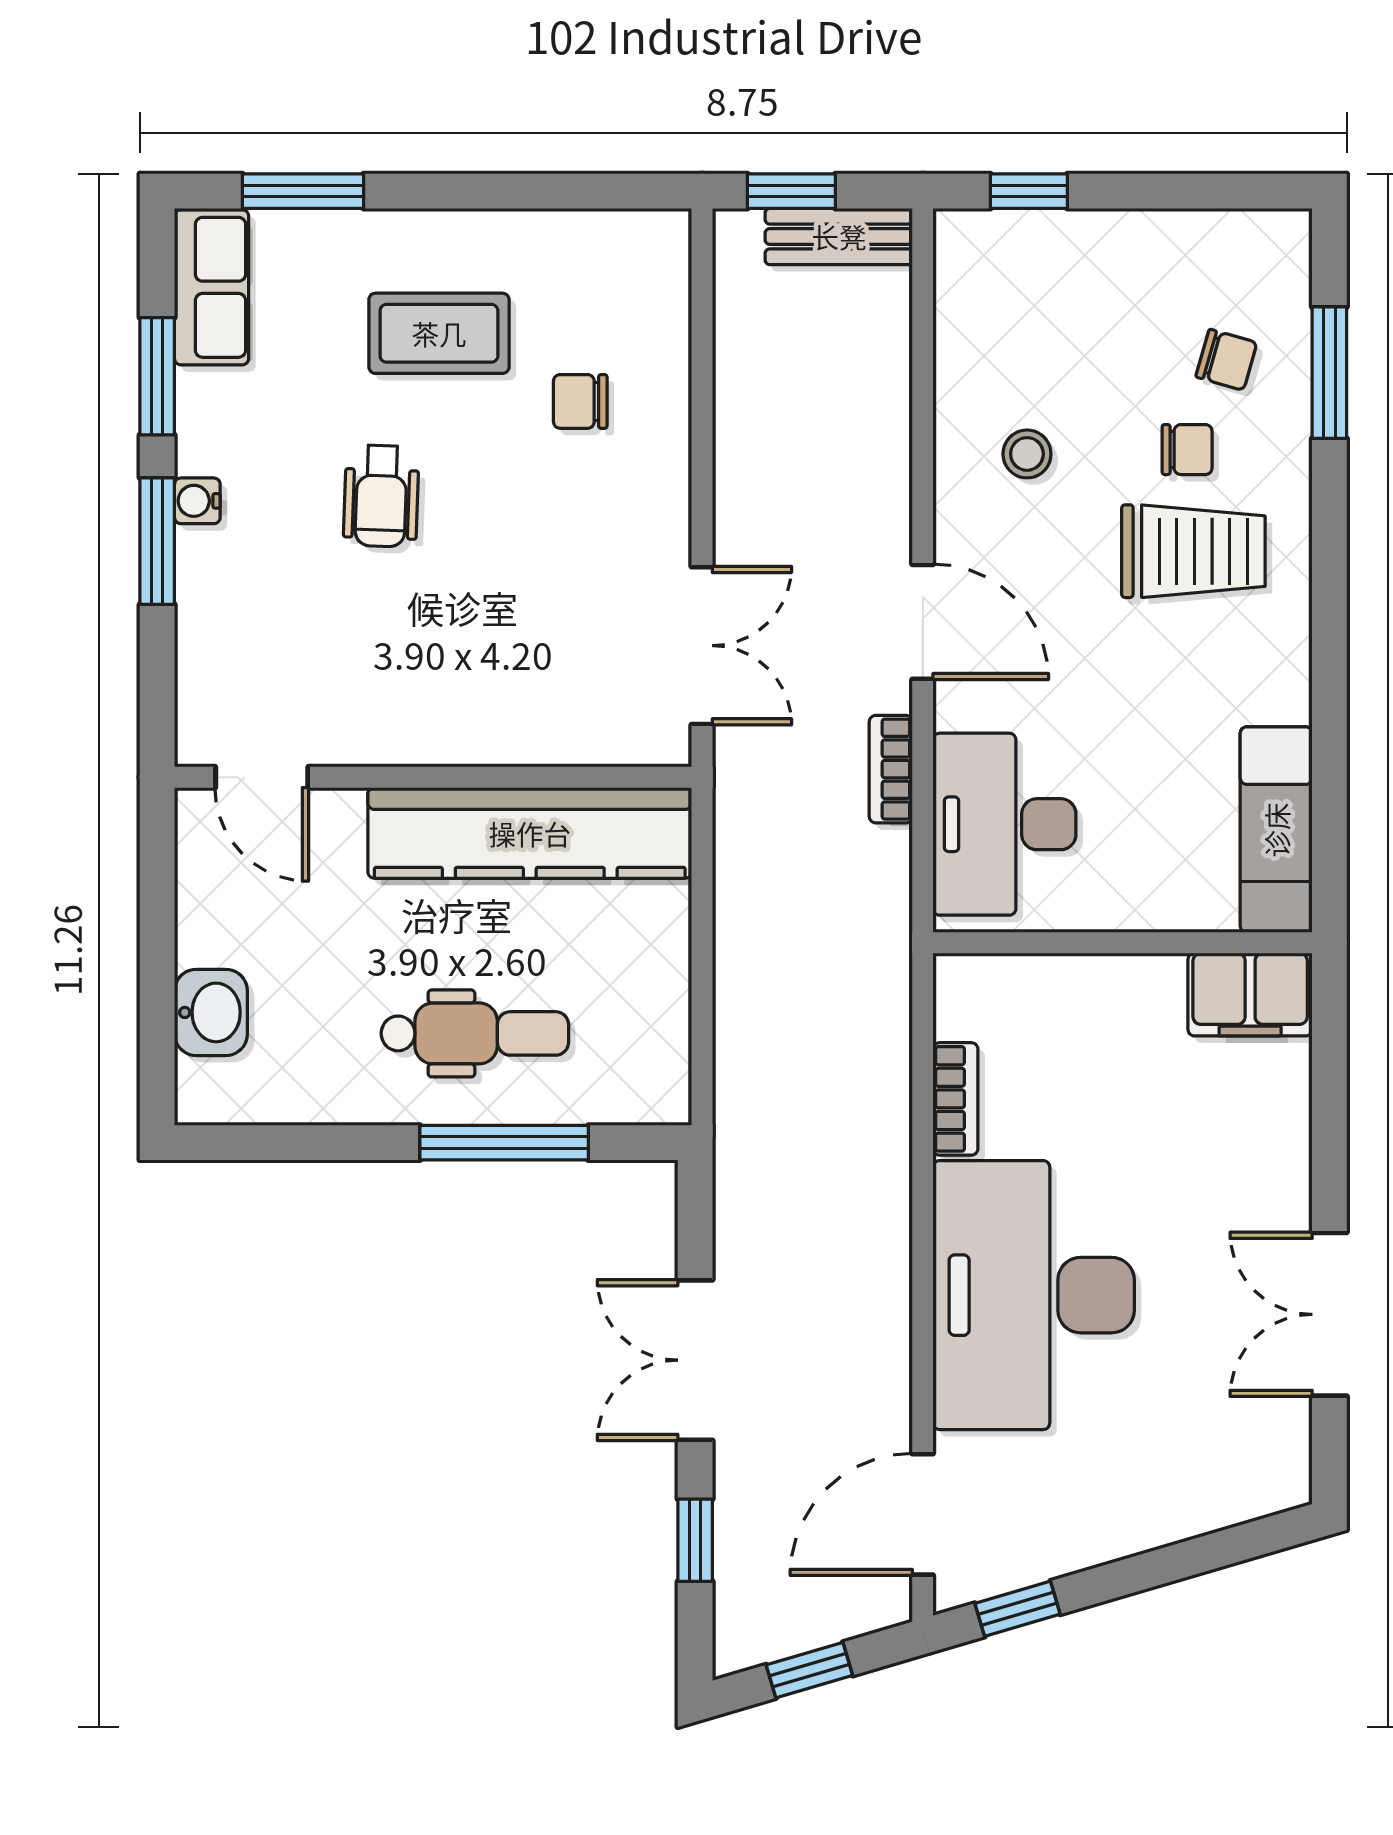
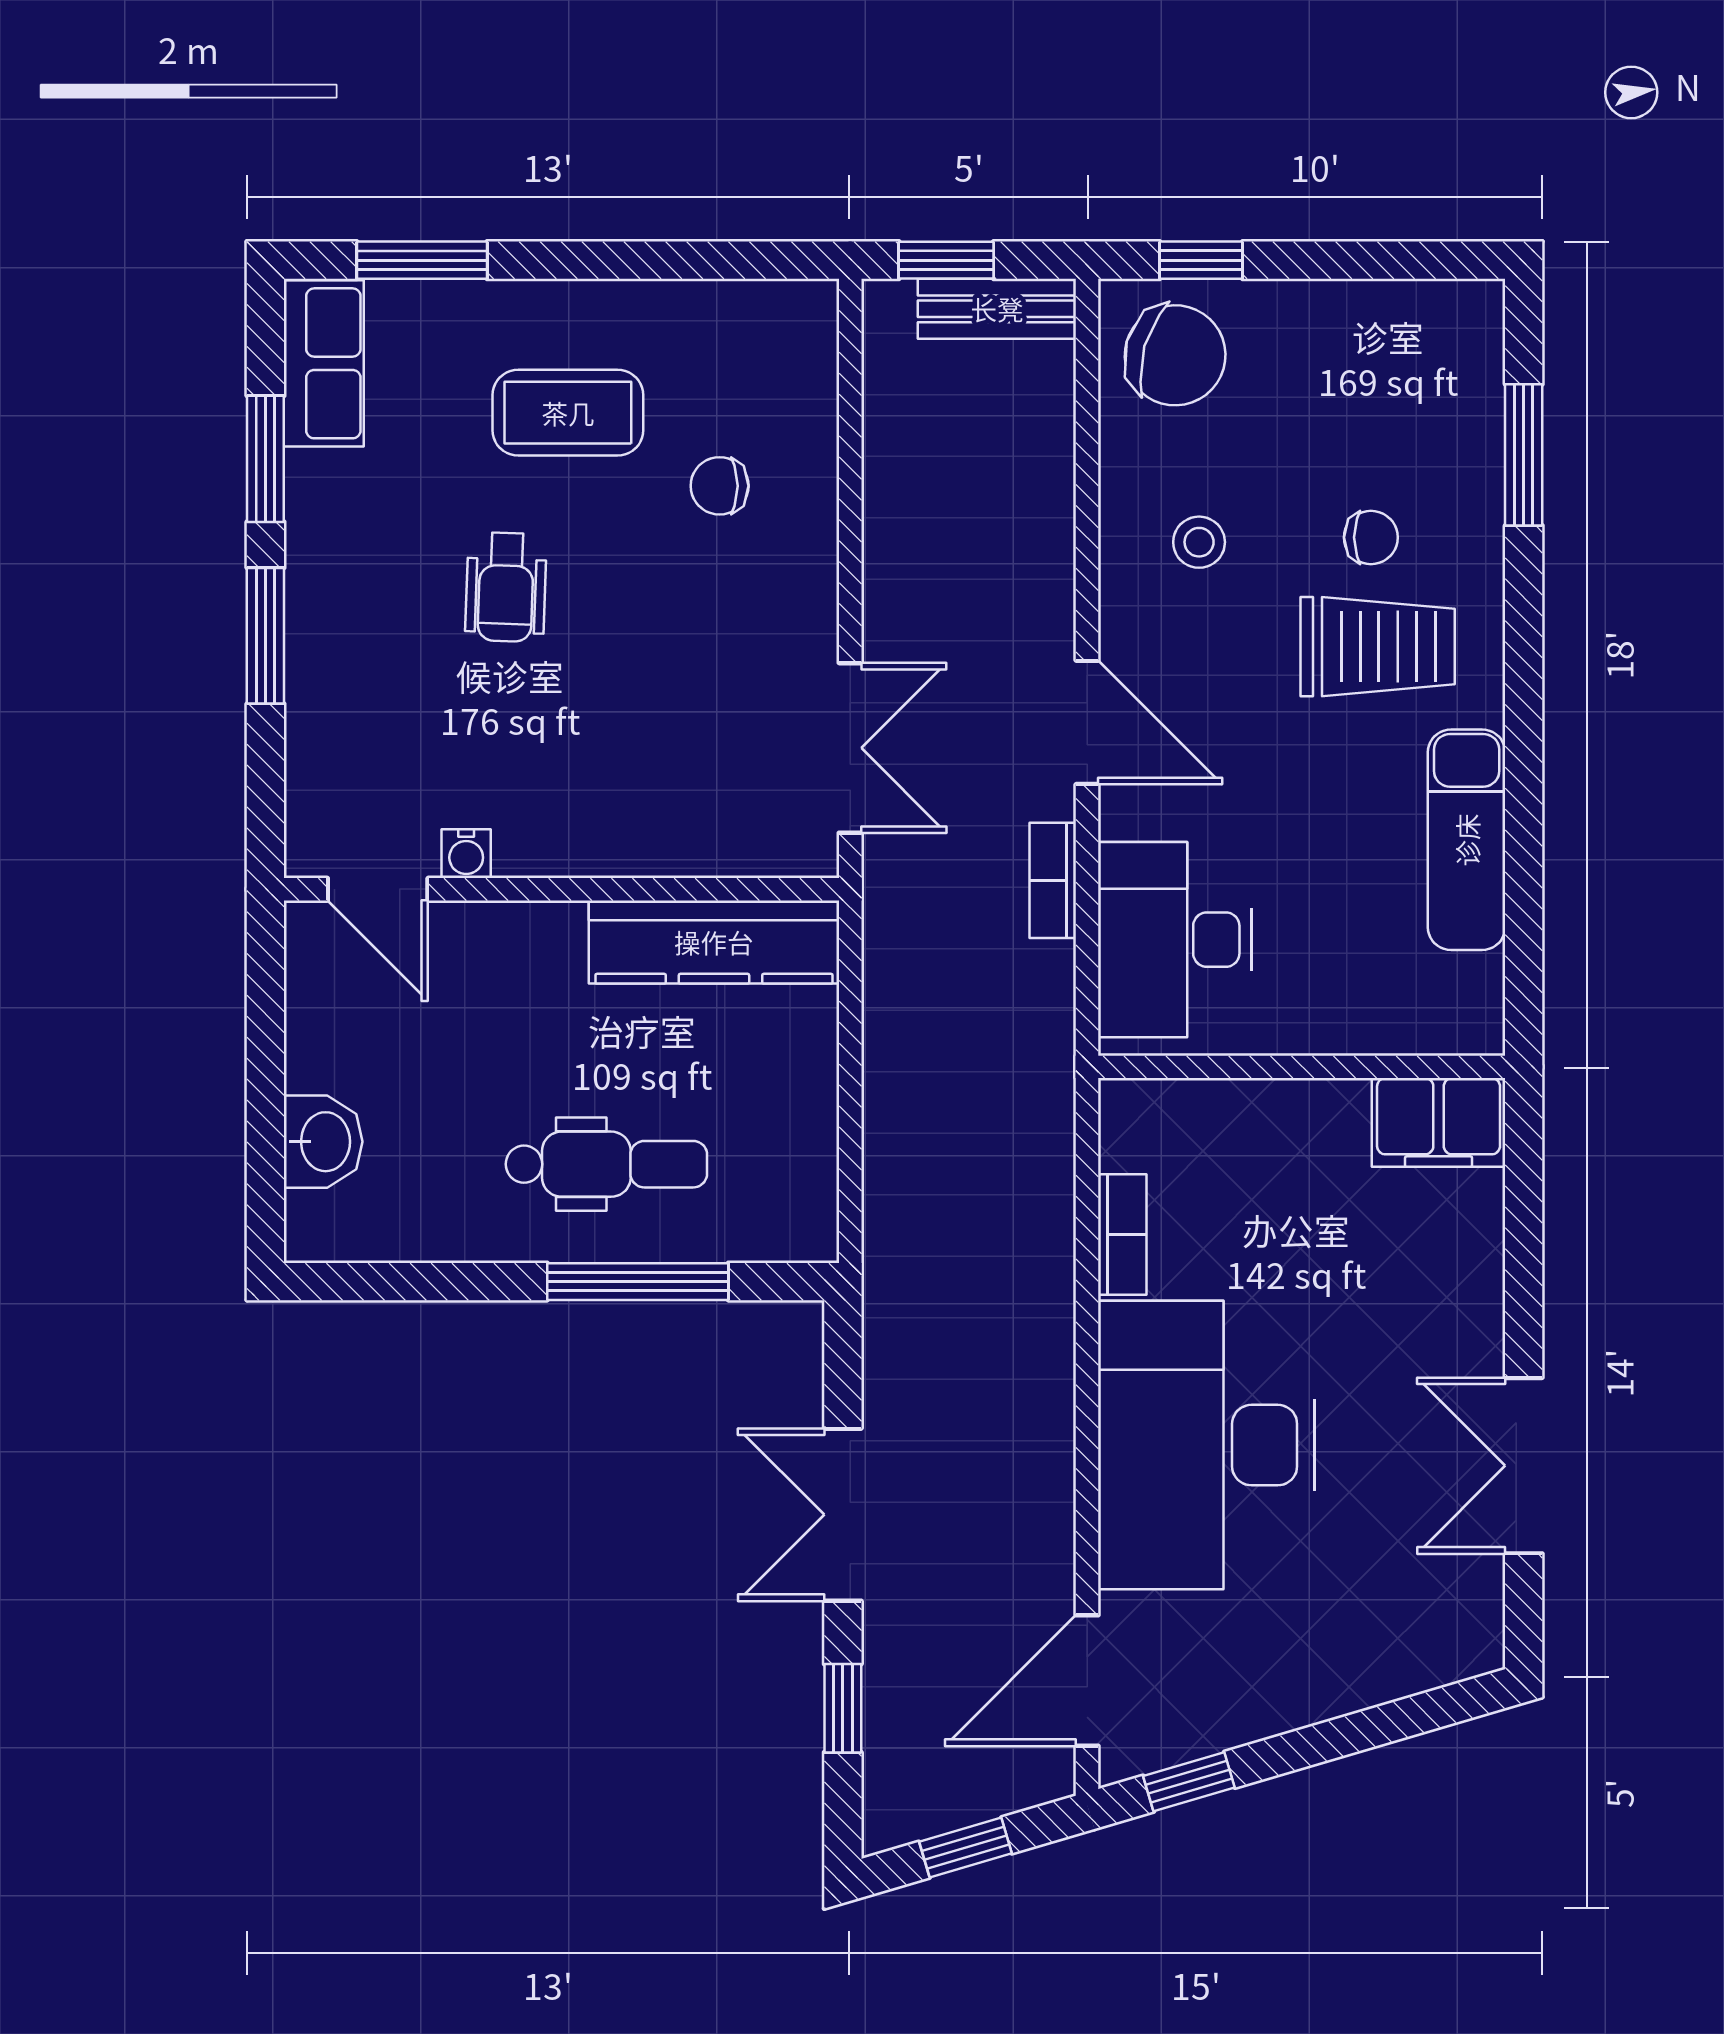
chair: (1226, 360) -> (1175, 355), moved, width x1.87, depth x1.87
water cooler: (197, 501) -> (466, 854), moved, turned -90
exam couch: (1276, 830) -> (1467, 840), moved
kitchen counter: (530, 833) -> (714, 942), width x0.72, depth x0.86

